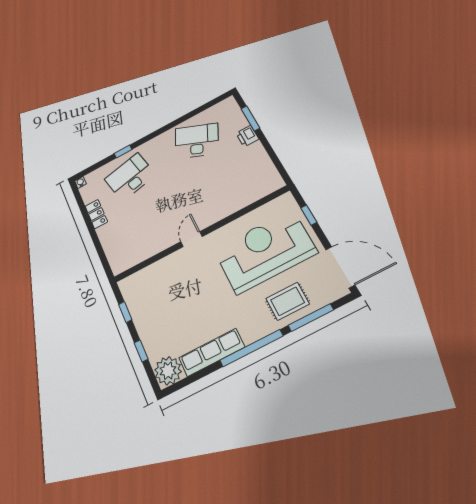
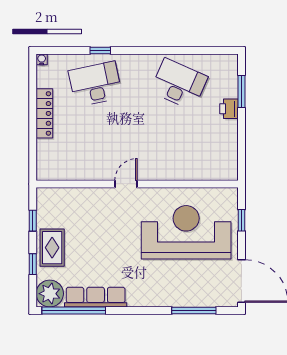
locker: (96, 214) -> (44, 113), width x1.53
rug: (288, 301) -> (52, 248), moved, turned 90
window: (251, 348) -> (74, 311), moved

